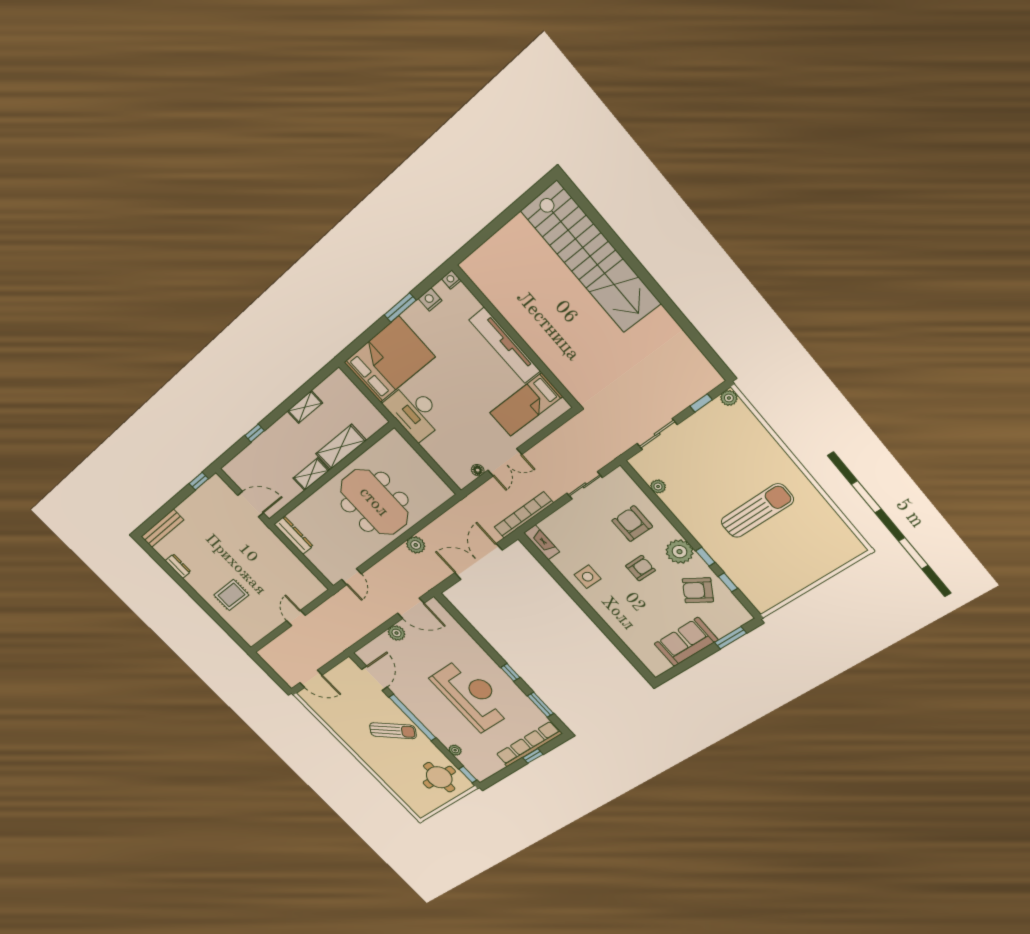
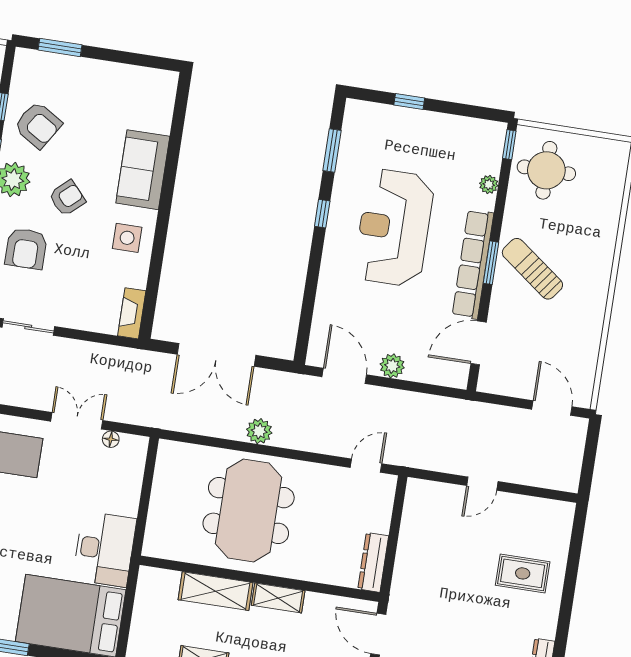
bookcase: (524, 515) -> (118, 356), removed
armchair: (640, 568) -> (67, 198), turned 138
sofa: (686, 642) -> (143, 170), moved, turned 90
window: (413, 718) -> (491, 263), width x0.47
row of seats: (529, 744) -> (473, 264), moved, turned 90

